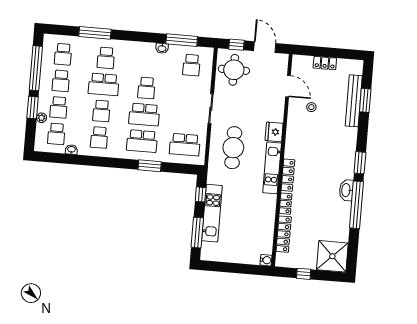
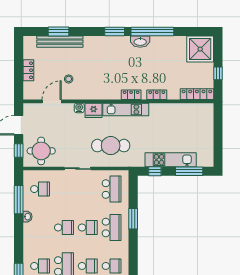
school desk: (144, 115) -> (88, 227), width x0.54
locker: (288, 175) -> (131, 95), width x0.66
locker: (284, 234) -> (197, 94), moved
water cooler: (266, 260) -> (79, 108), moved

